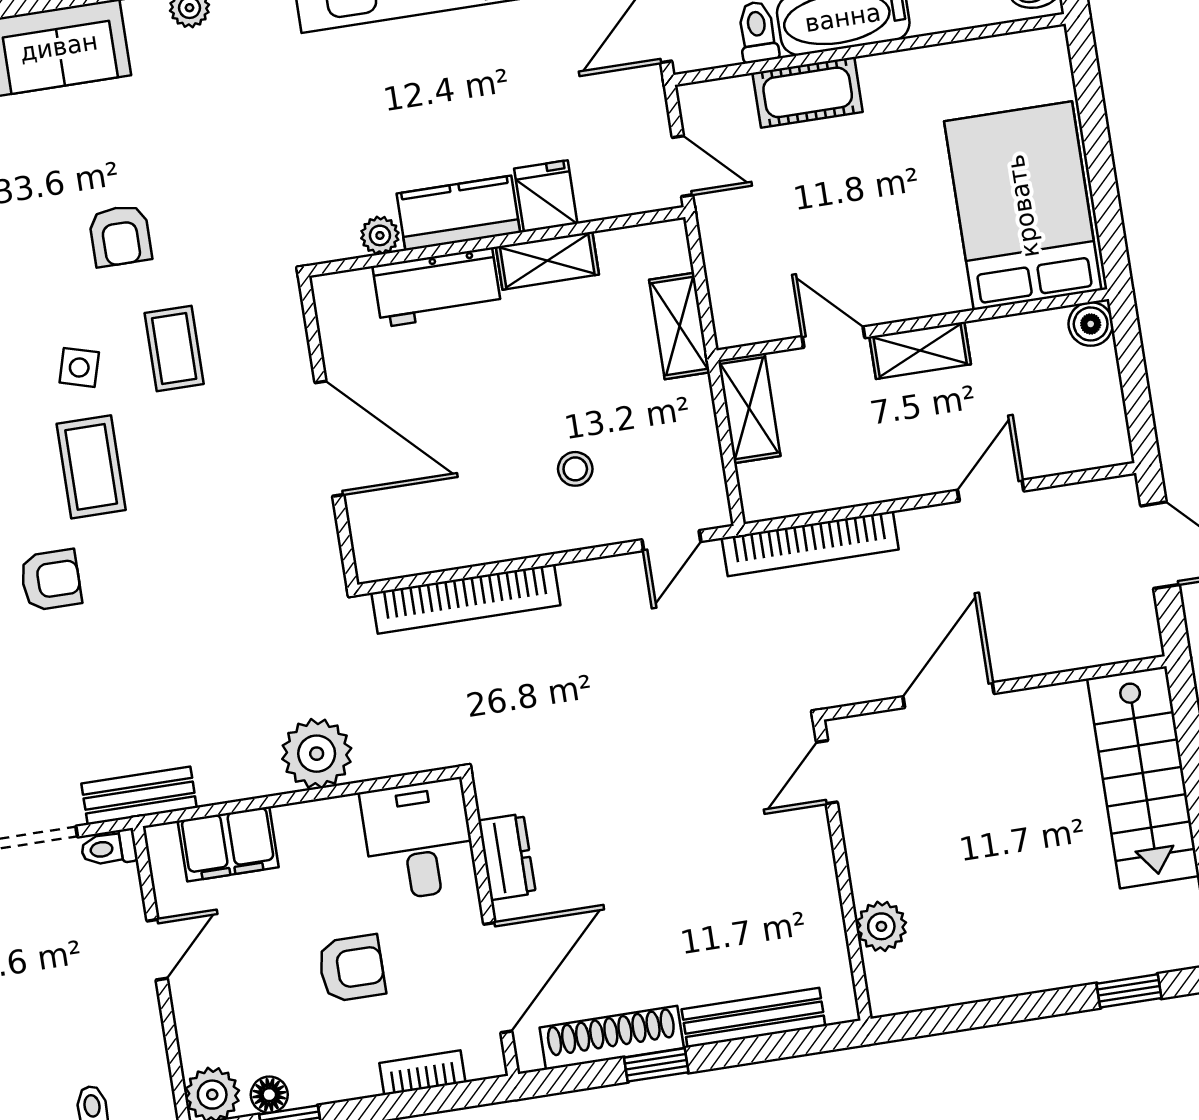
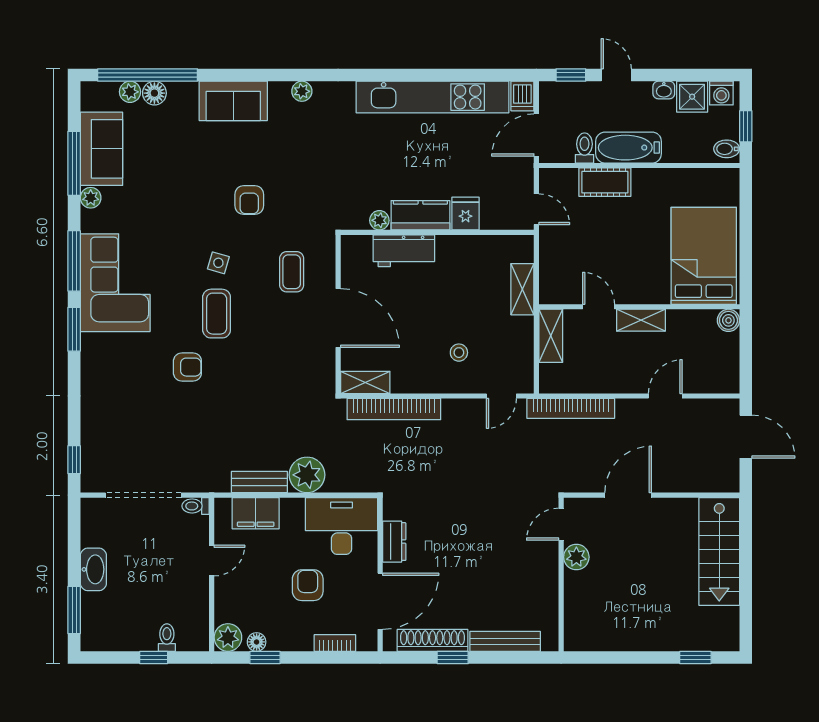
shelving: (547, 261) -> (365, 382), moved
coffee table: (174, 348) -> (292, 272), moved
bench: (139, 796) -> (259, 482), moved
desk: (419, 840) -> (342, 526), width x1.37
plant: (881, 926) -> (576, 557), moved
armchair: (352, 968) -> (308, 585), turned -90

